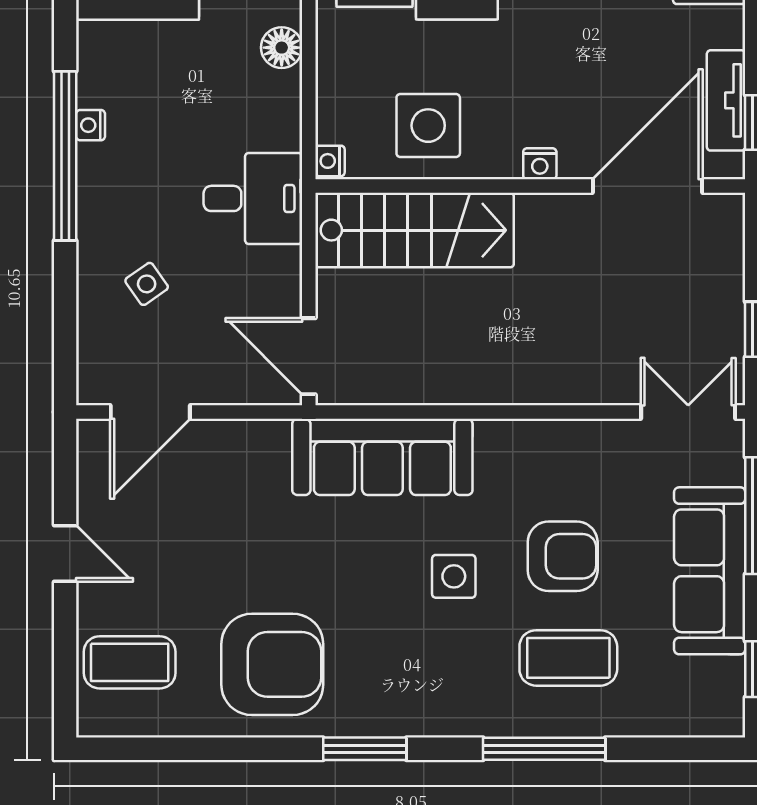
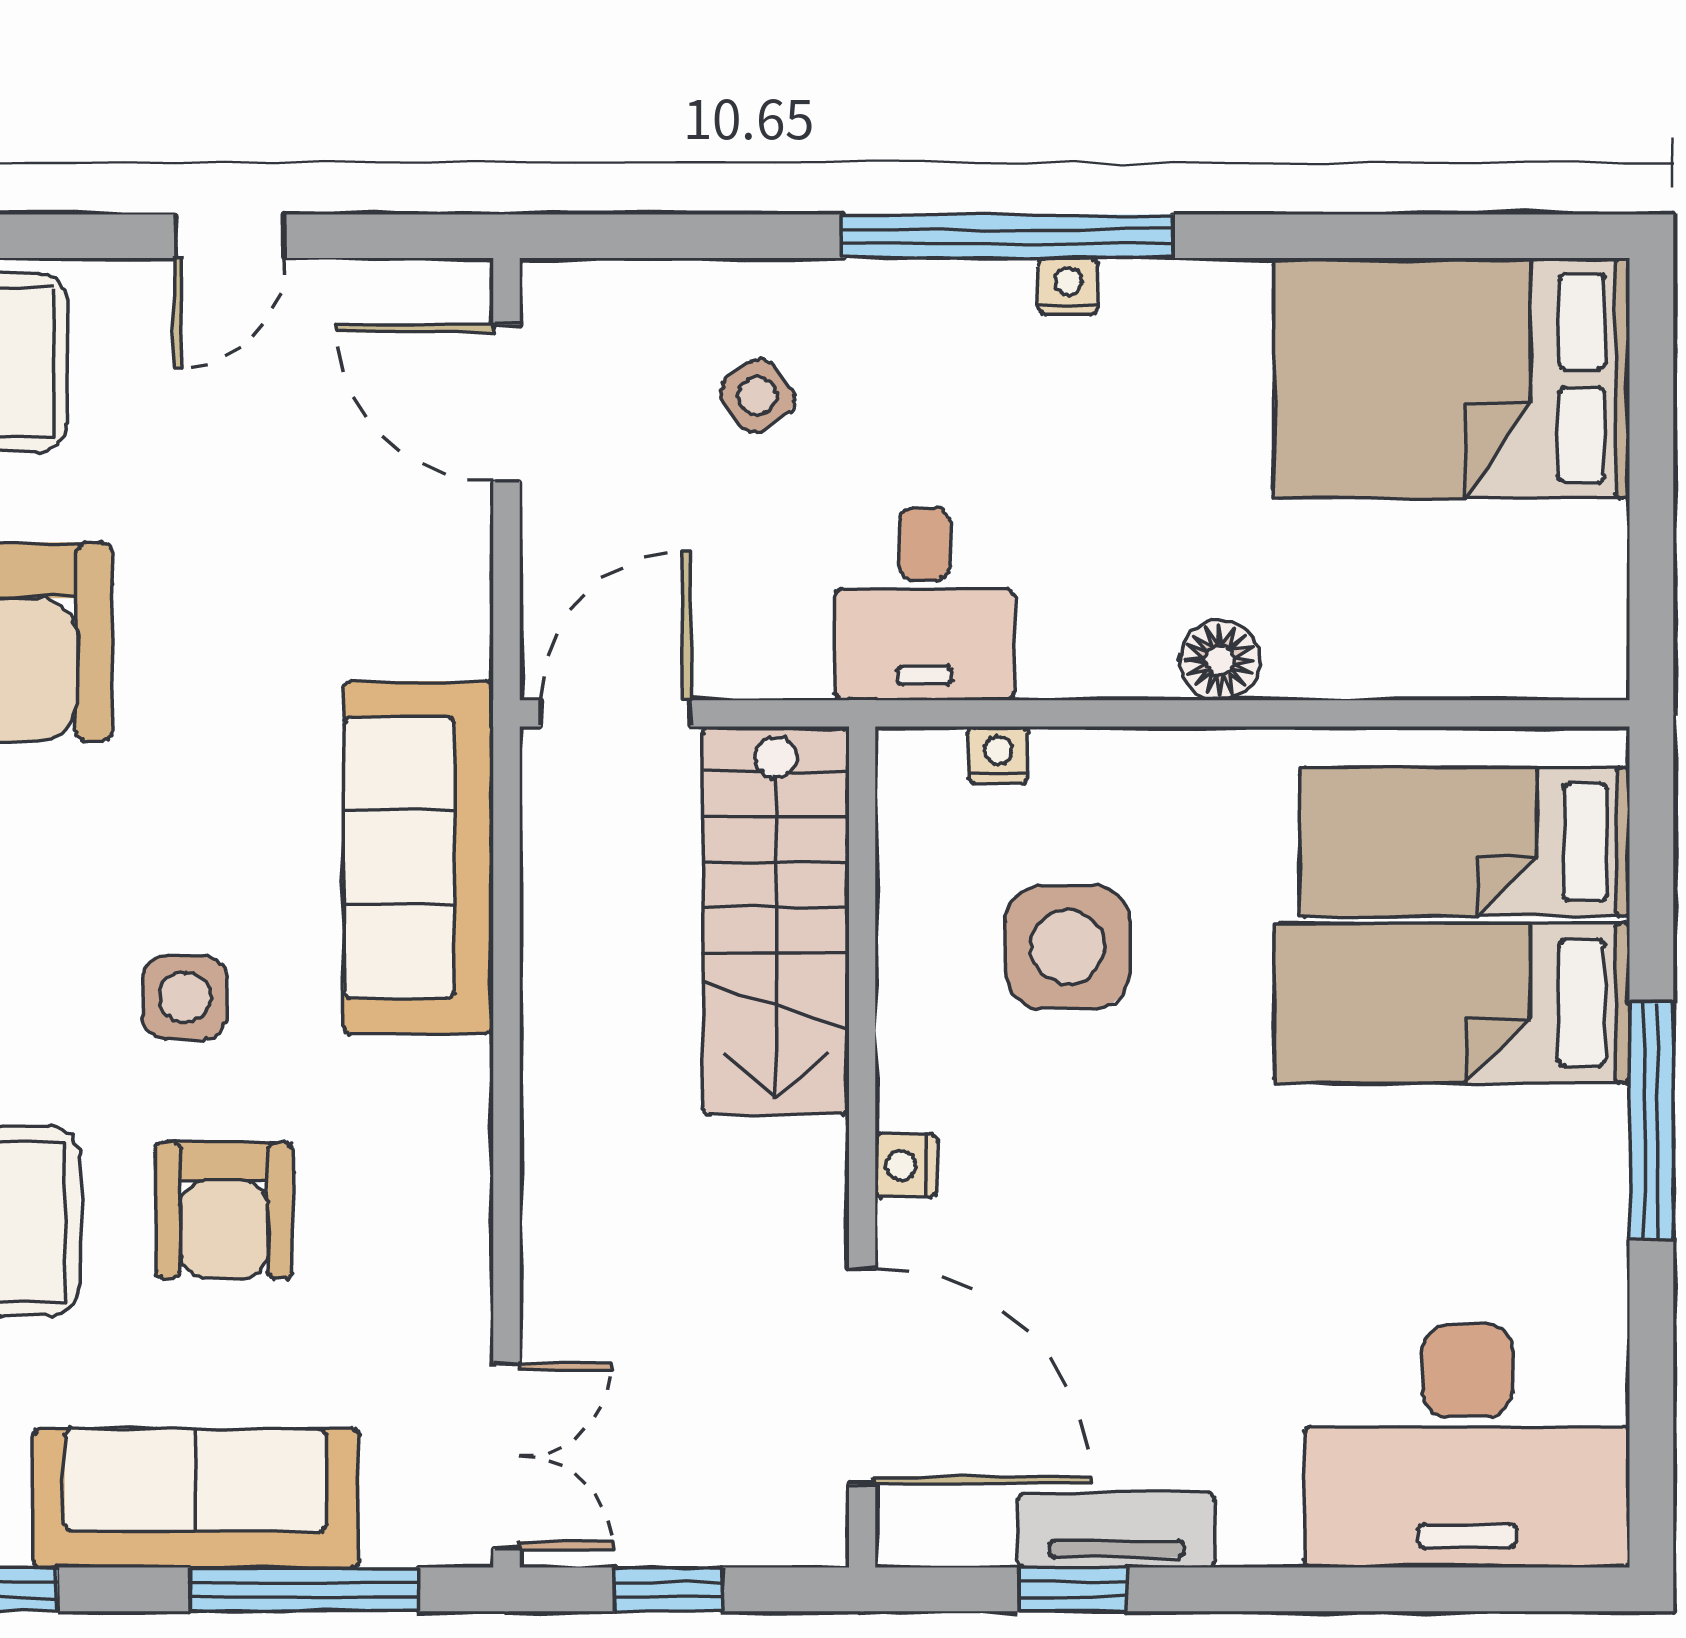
nightstand: (540, 164) -> (906, 1166), moved
wall: (530, 186) -> (862, 1147), moved
door: (647, 186) -> (862, 1376), moved
stairs: (415, 230) -> (776, 920), moved

